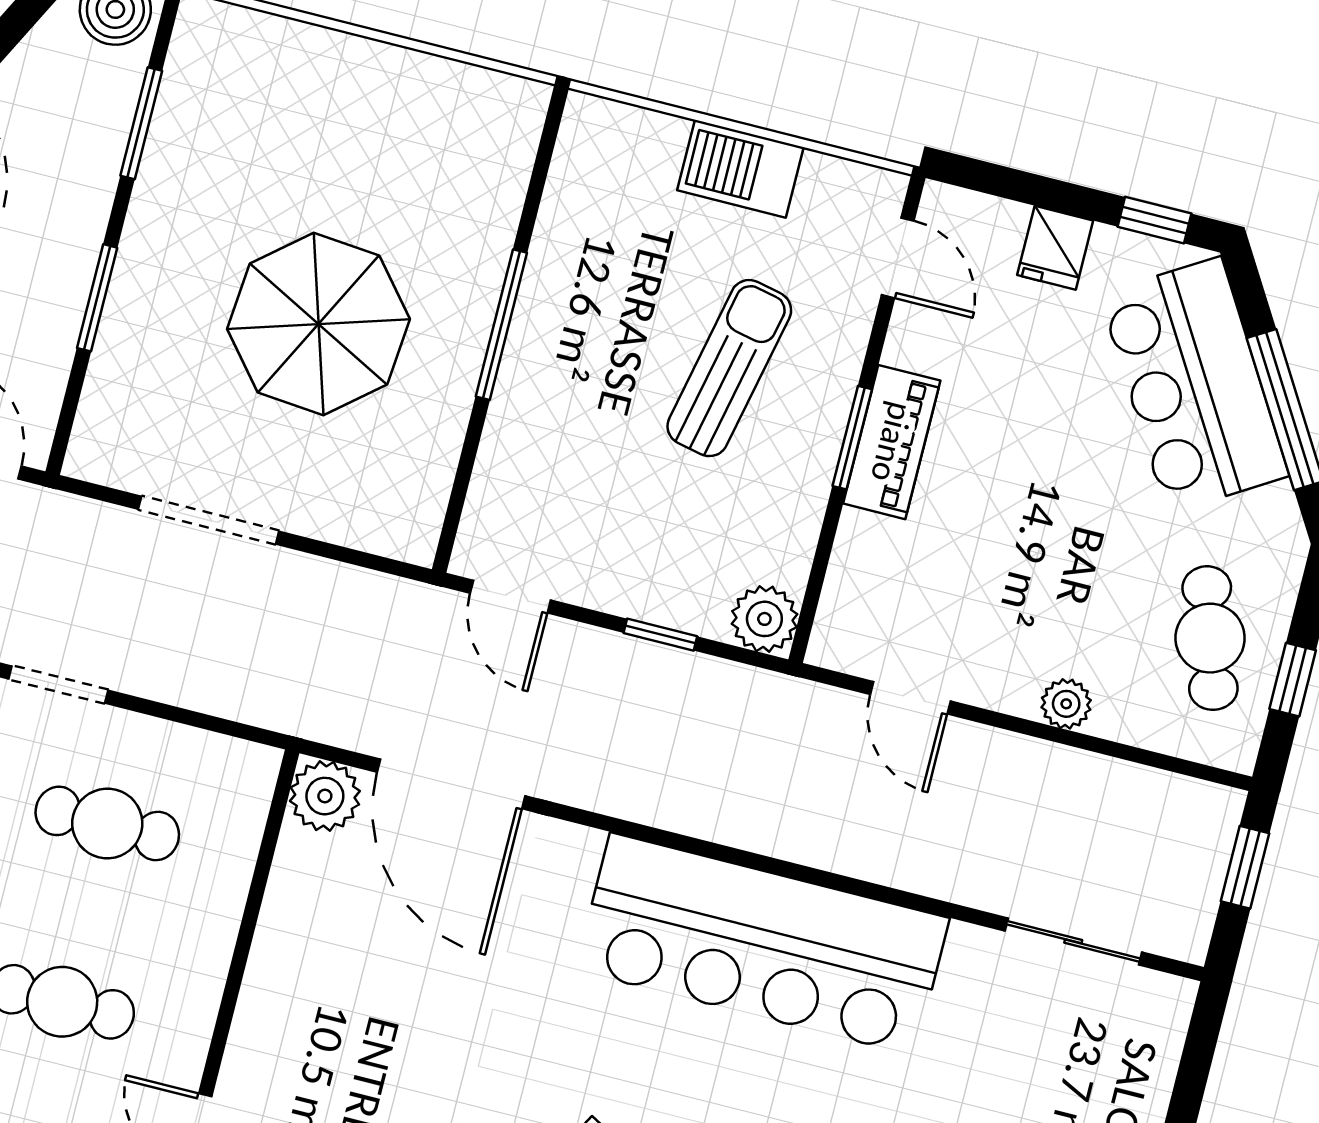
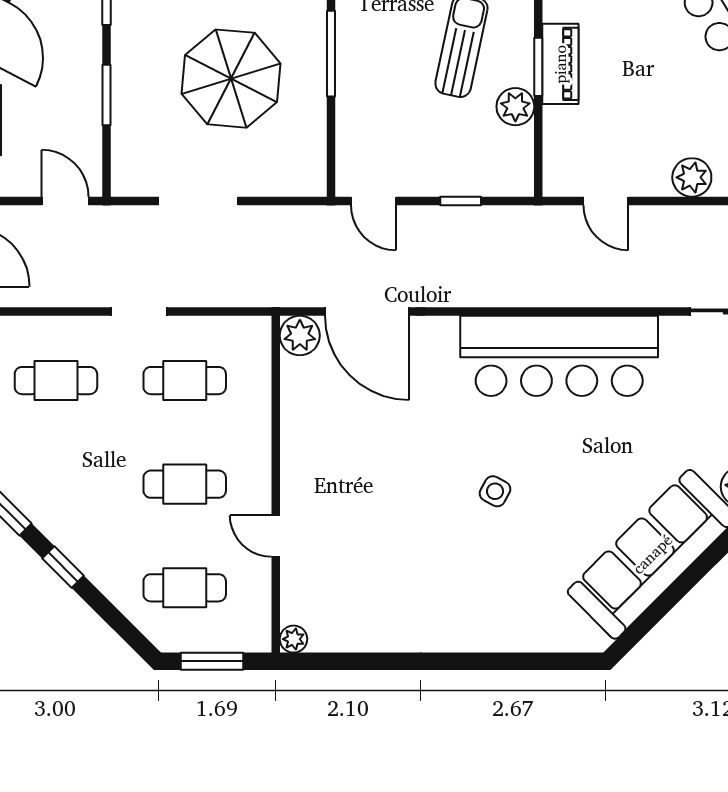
plant: (764, 619) -> (515, 107), moved
plant: (1066, 704) -> (692, 177), width x1.38, depth x1.38

